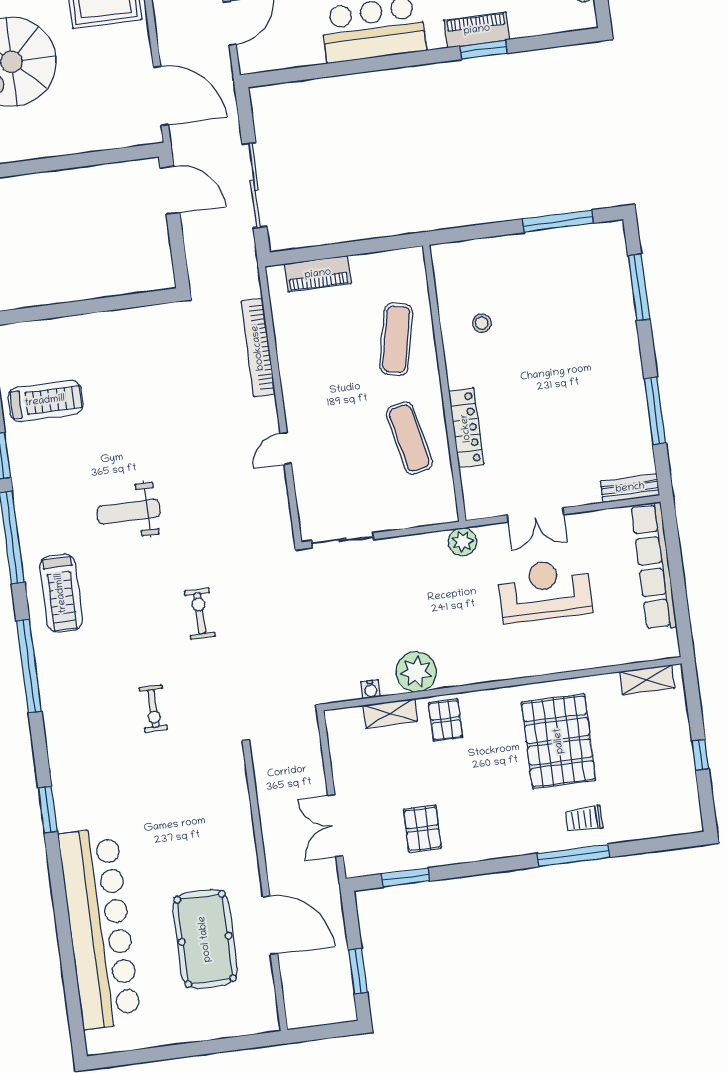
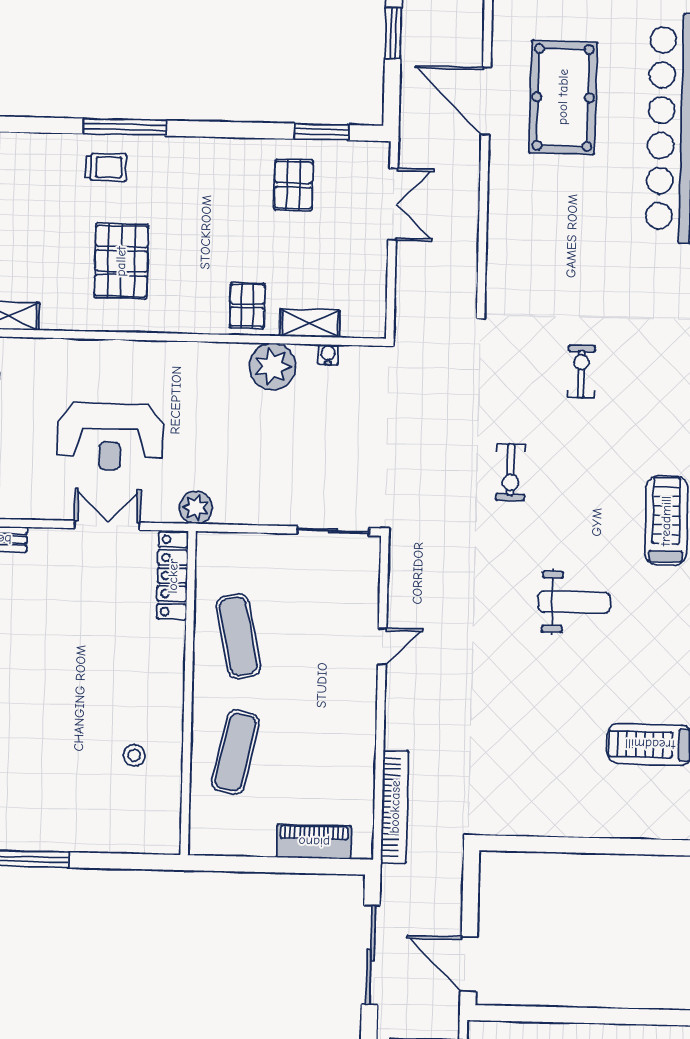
bookcase: (258, 348) -> (395, 807), moved
locker: (466, 428) -> (173, 576), moved
pallet: (559, 741) -> (121, 261), width x0.73, depth x0.71

